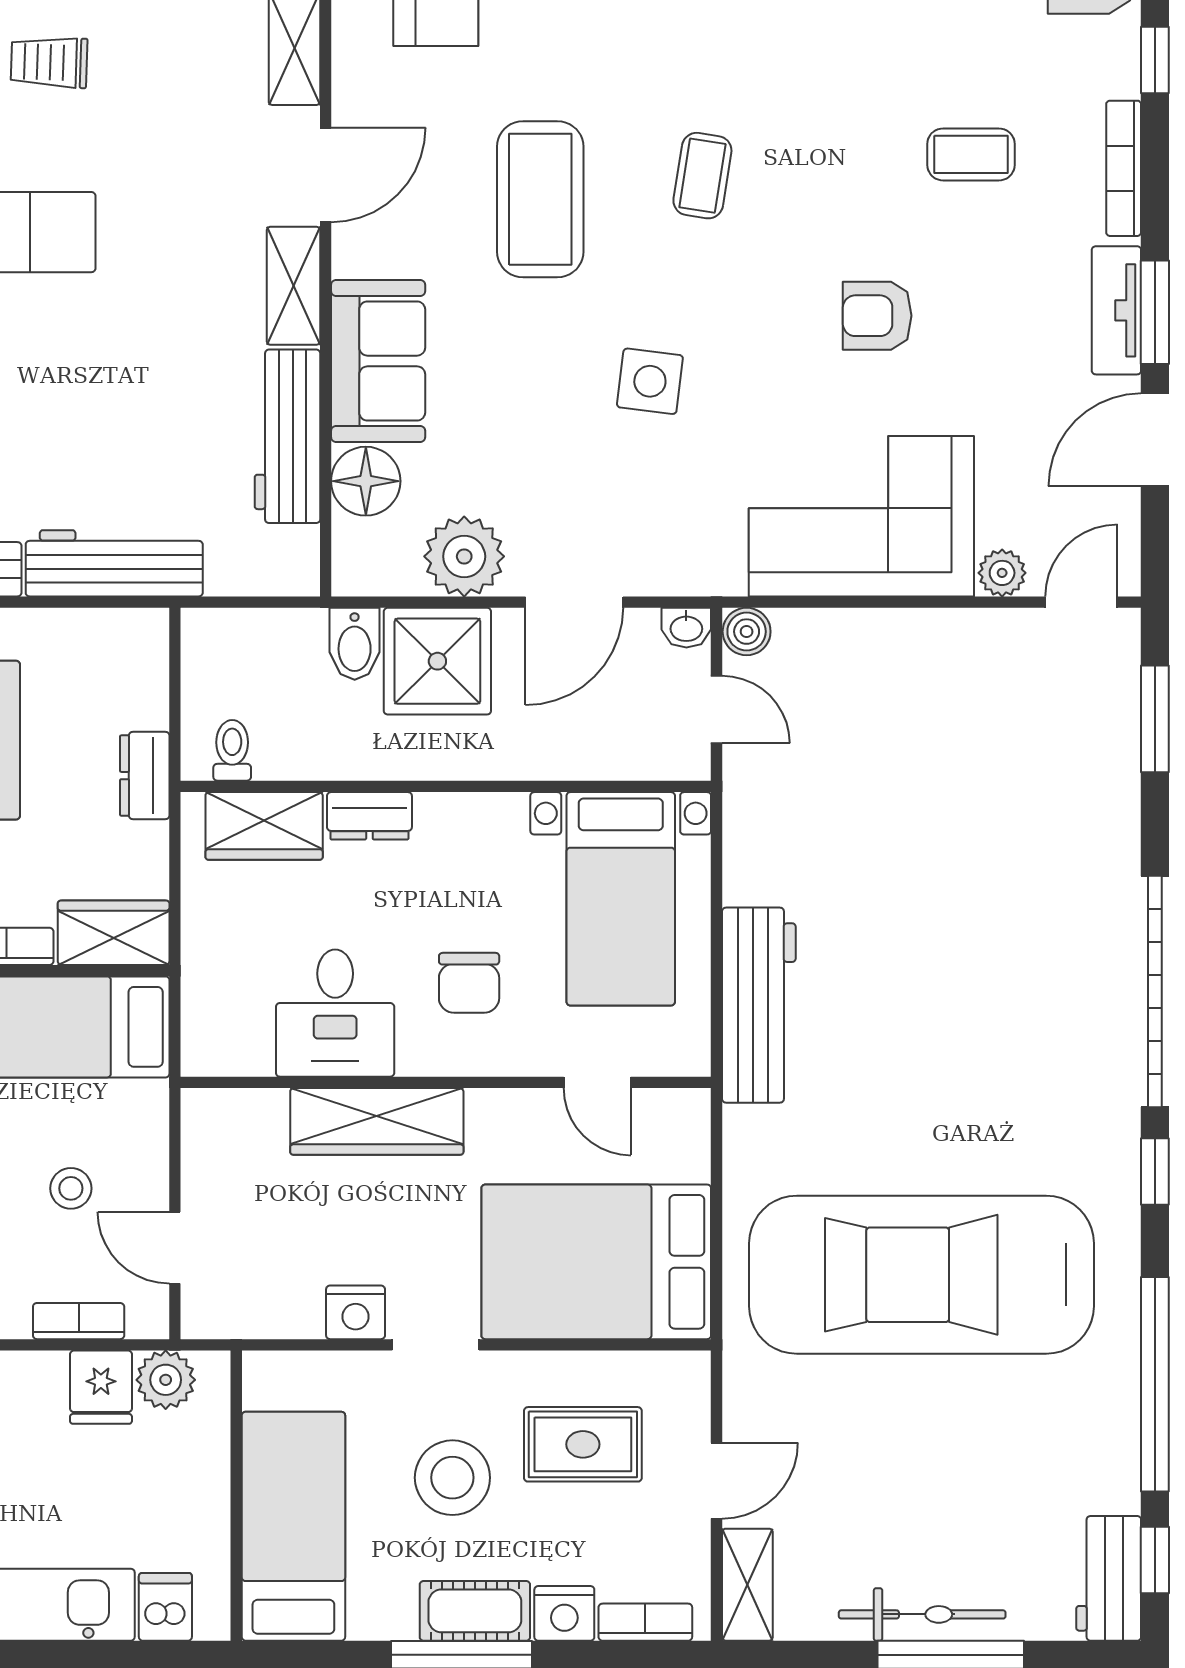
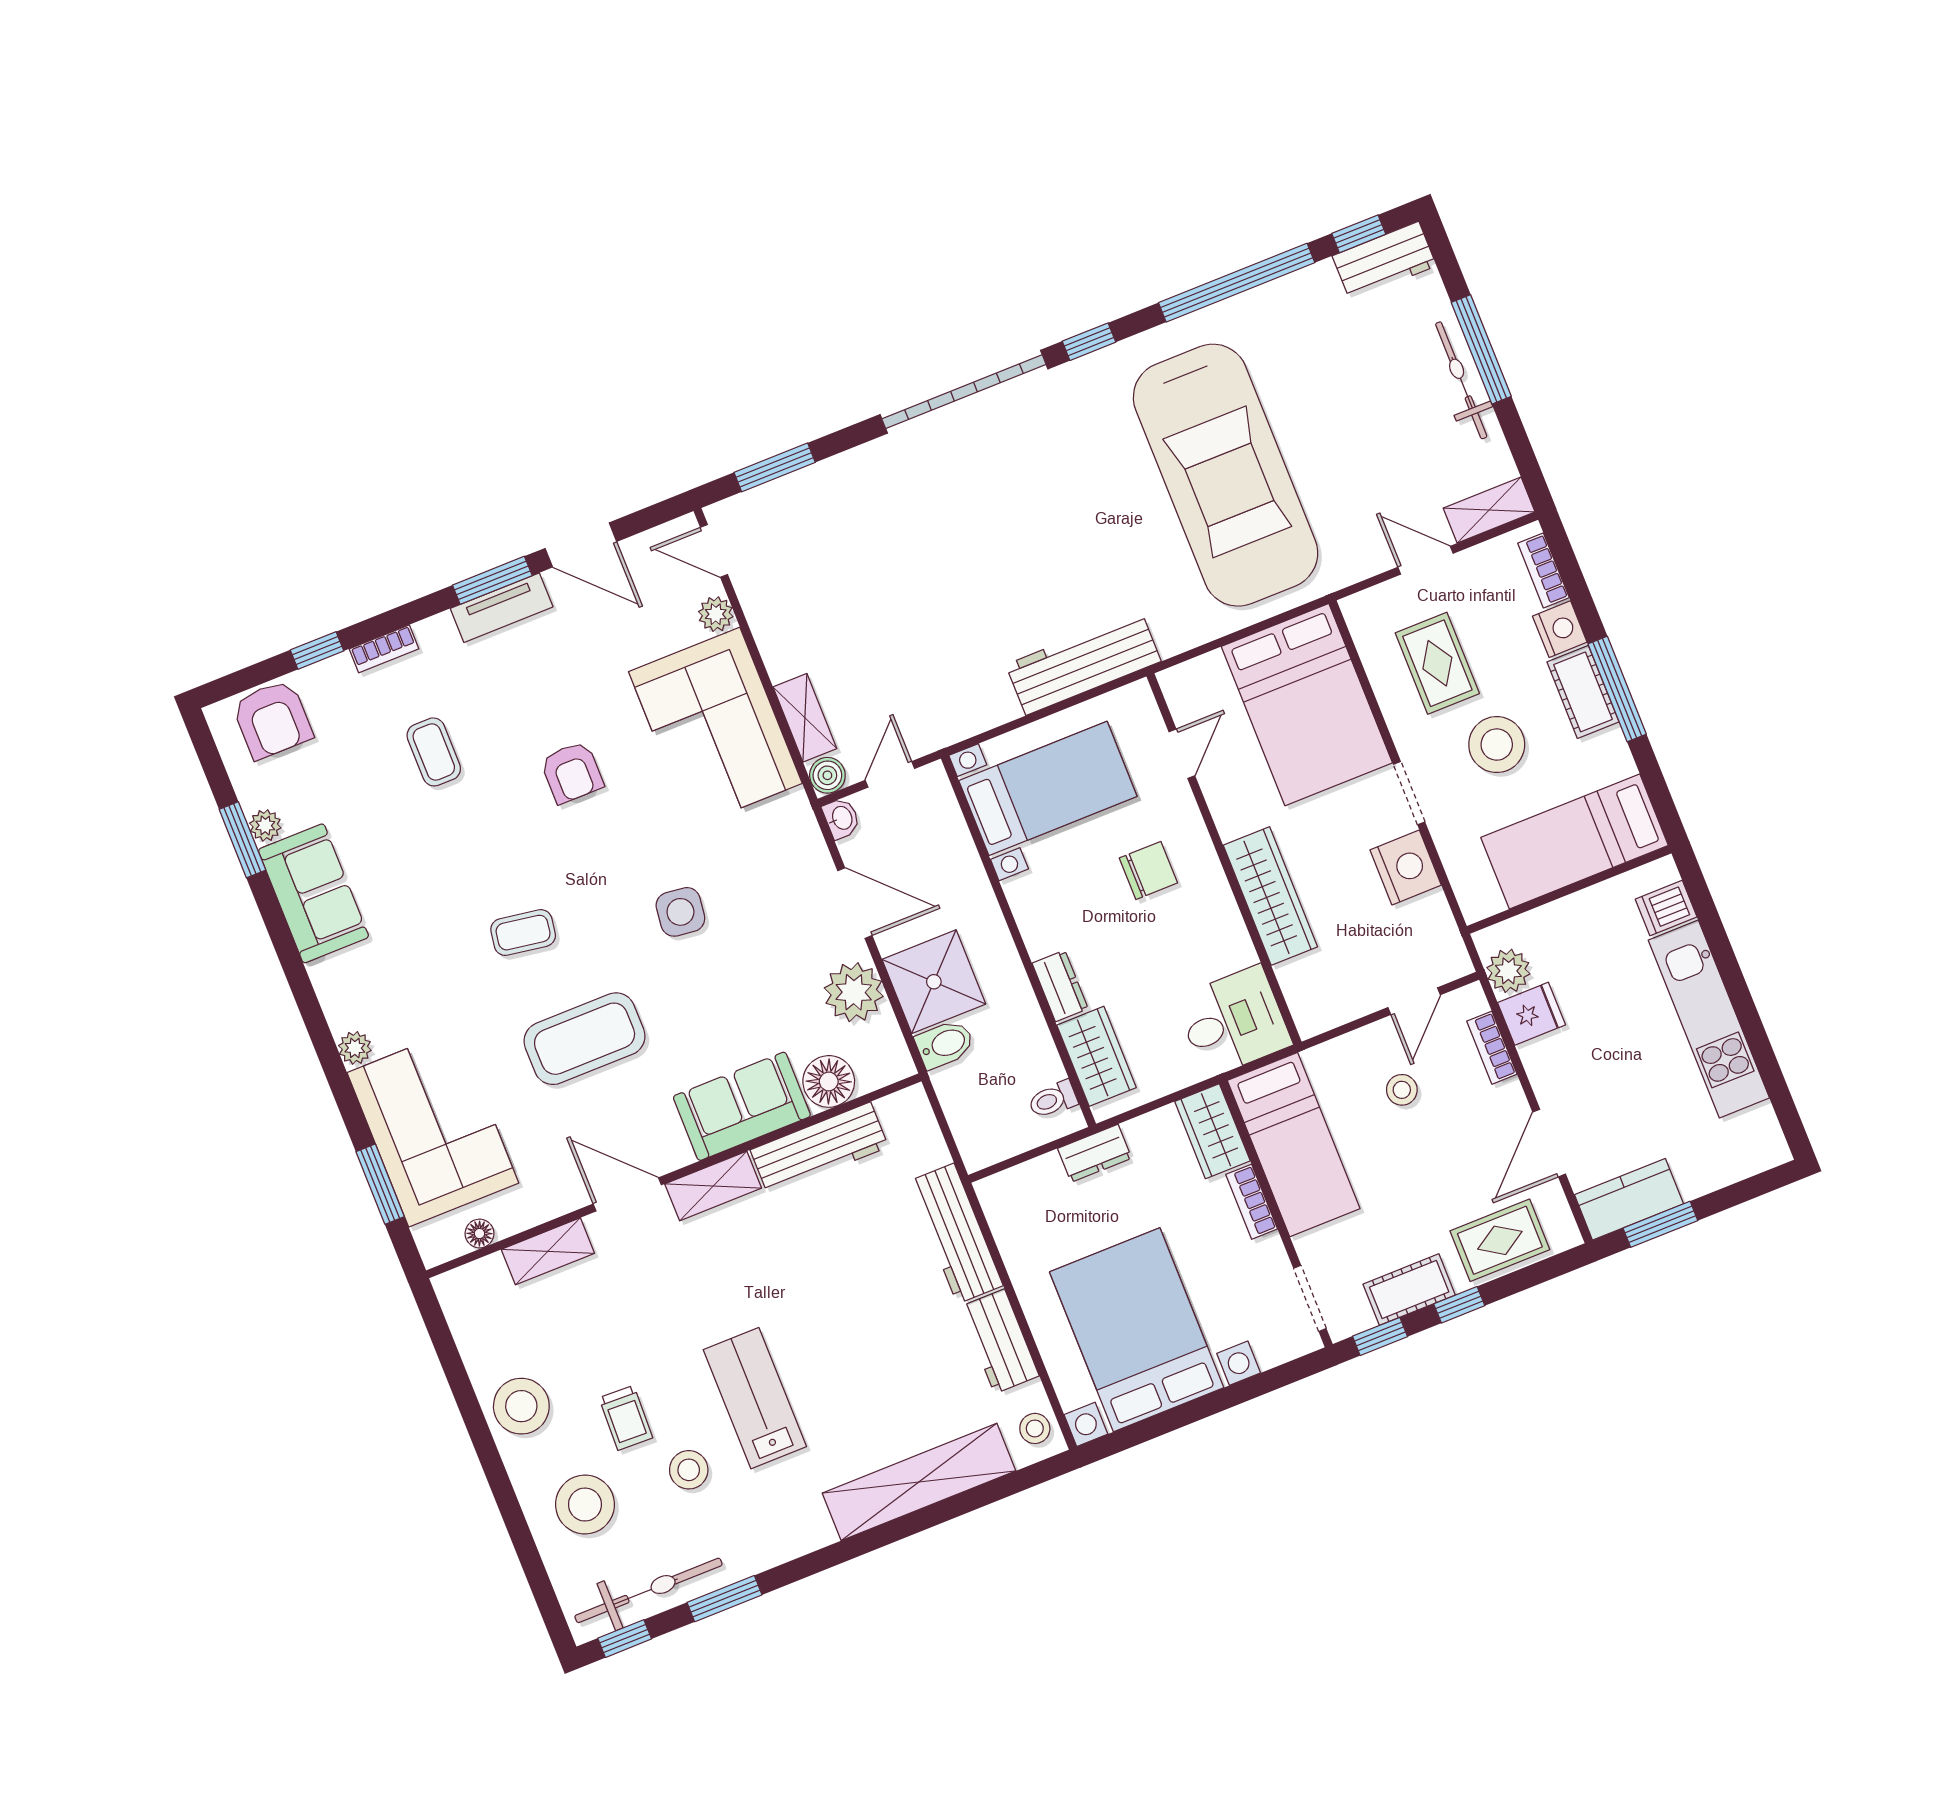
bookcase: (1124, 168) -> (384, 649), width x0.64
shelving: (829, 632) -> (805, 718), added
desk: (335, 1013) -> (1233, 1021), moved
nightstand: (356, 1312) -> (1406, 868), width x1.36, depth x1.33

